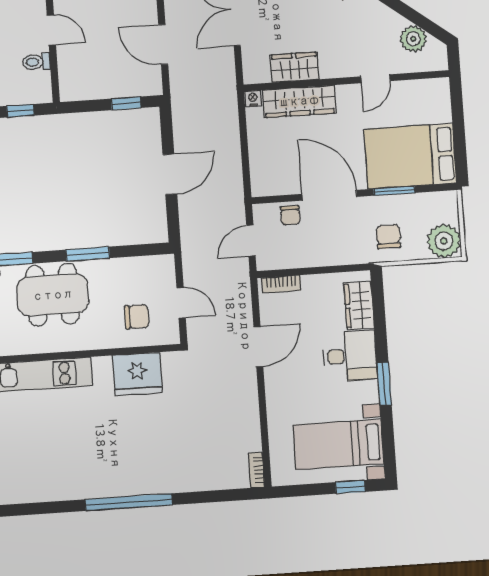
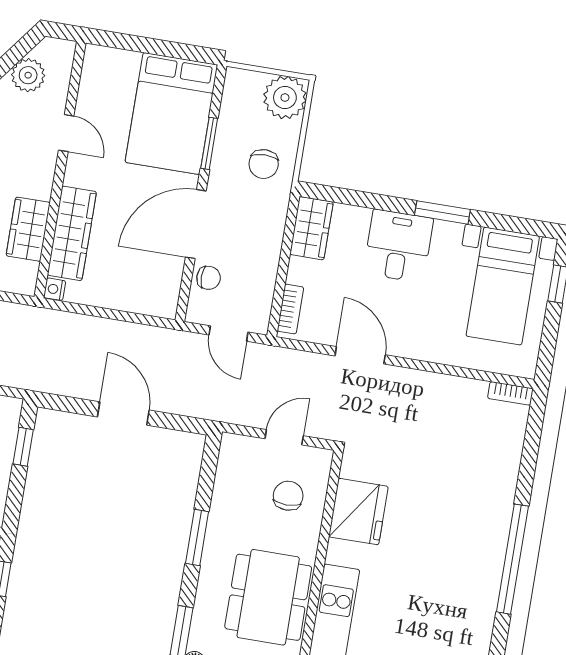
chair: (388, 237) -> (264, 164), turned -90
dining table: (53, 295) -> (268, 597), moved
wardrobe: (359, 305) -> (311, 228), moved, turned -90

